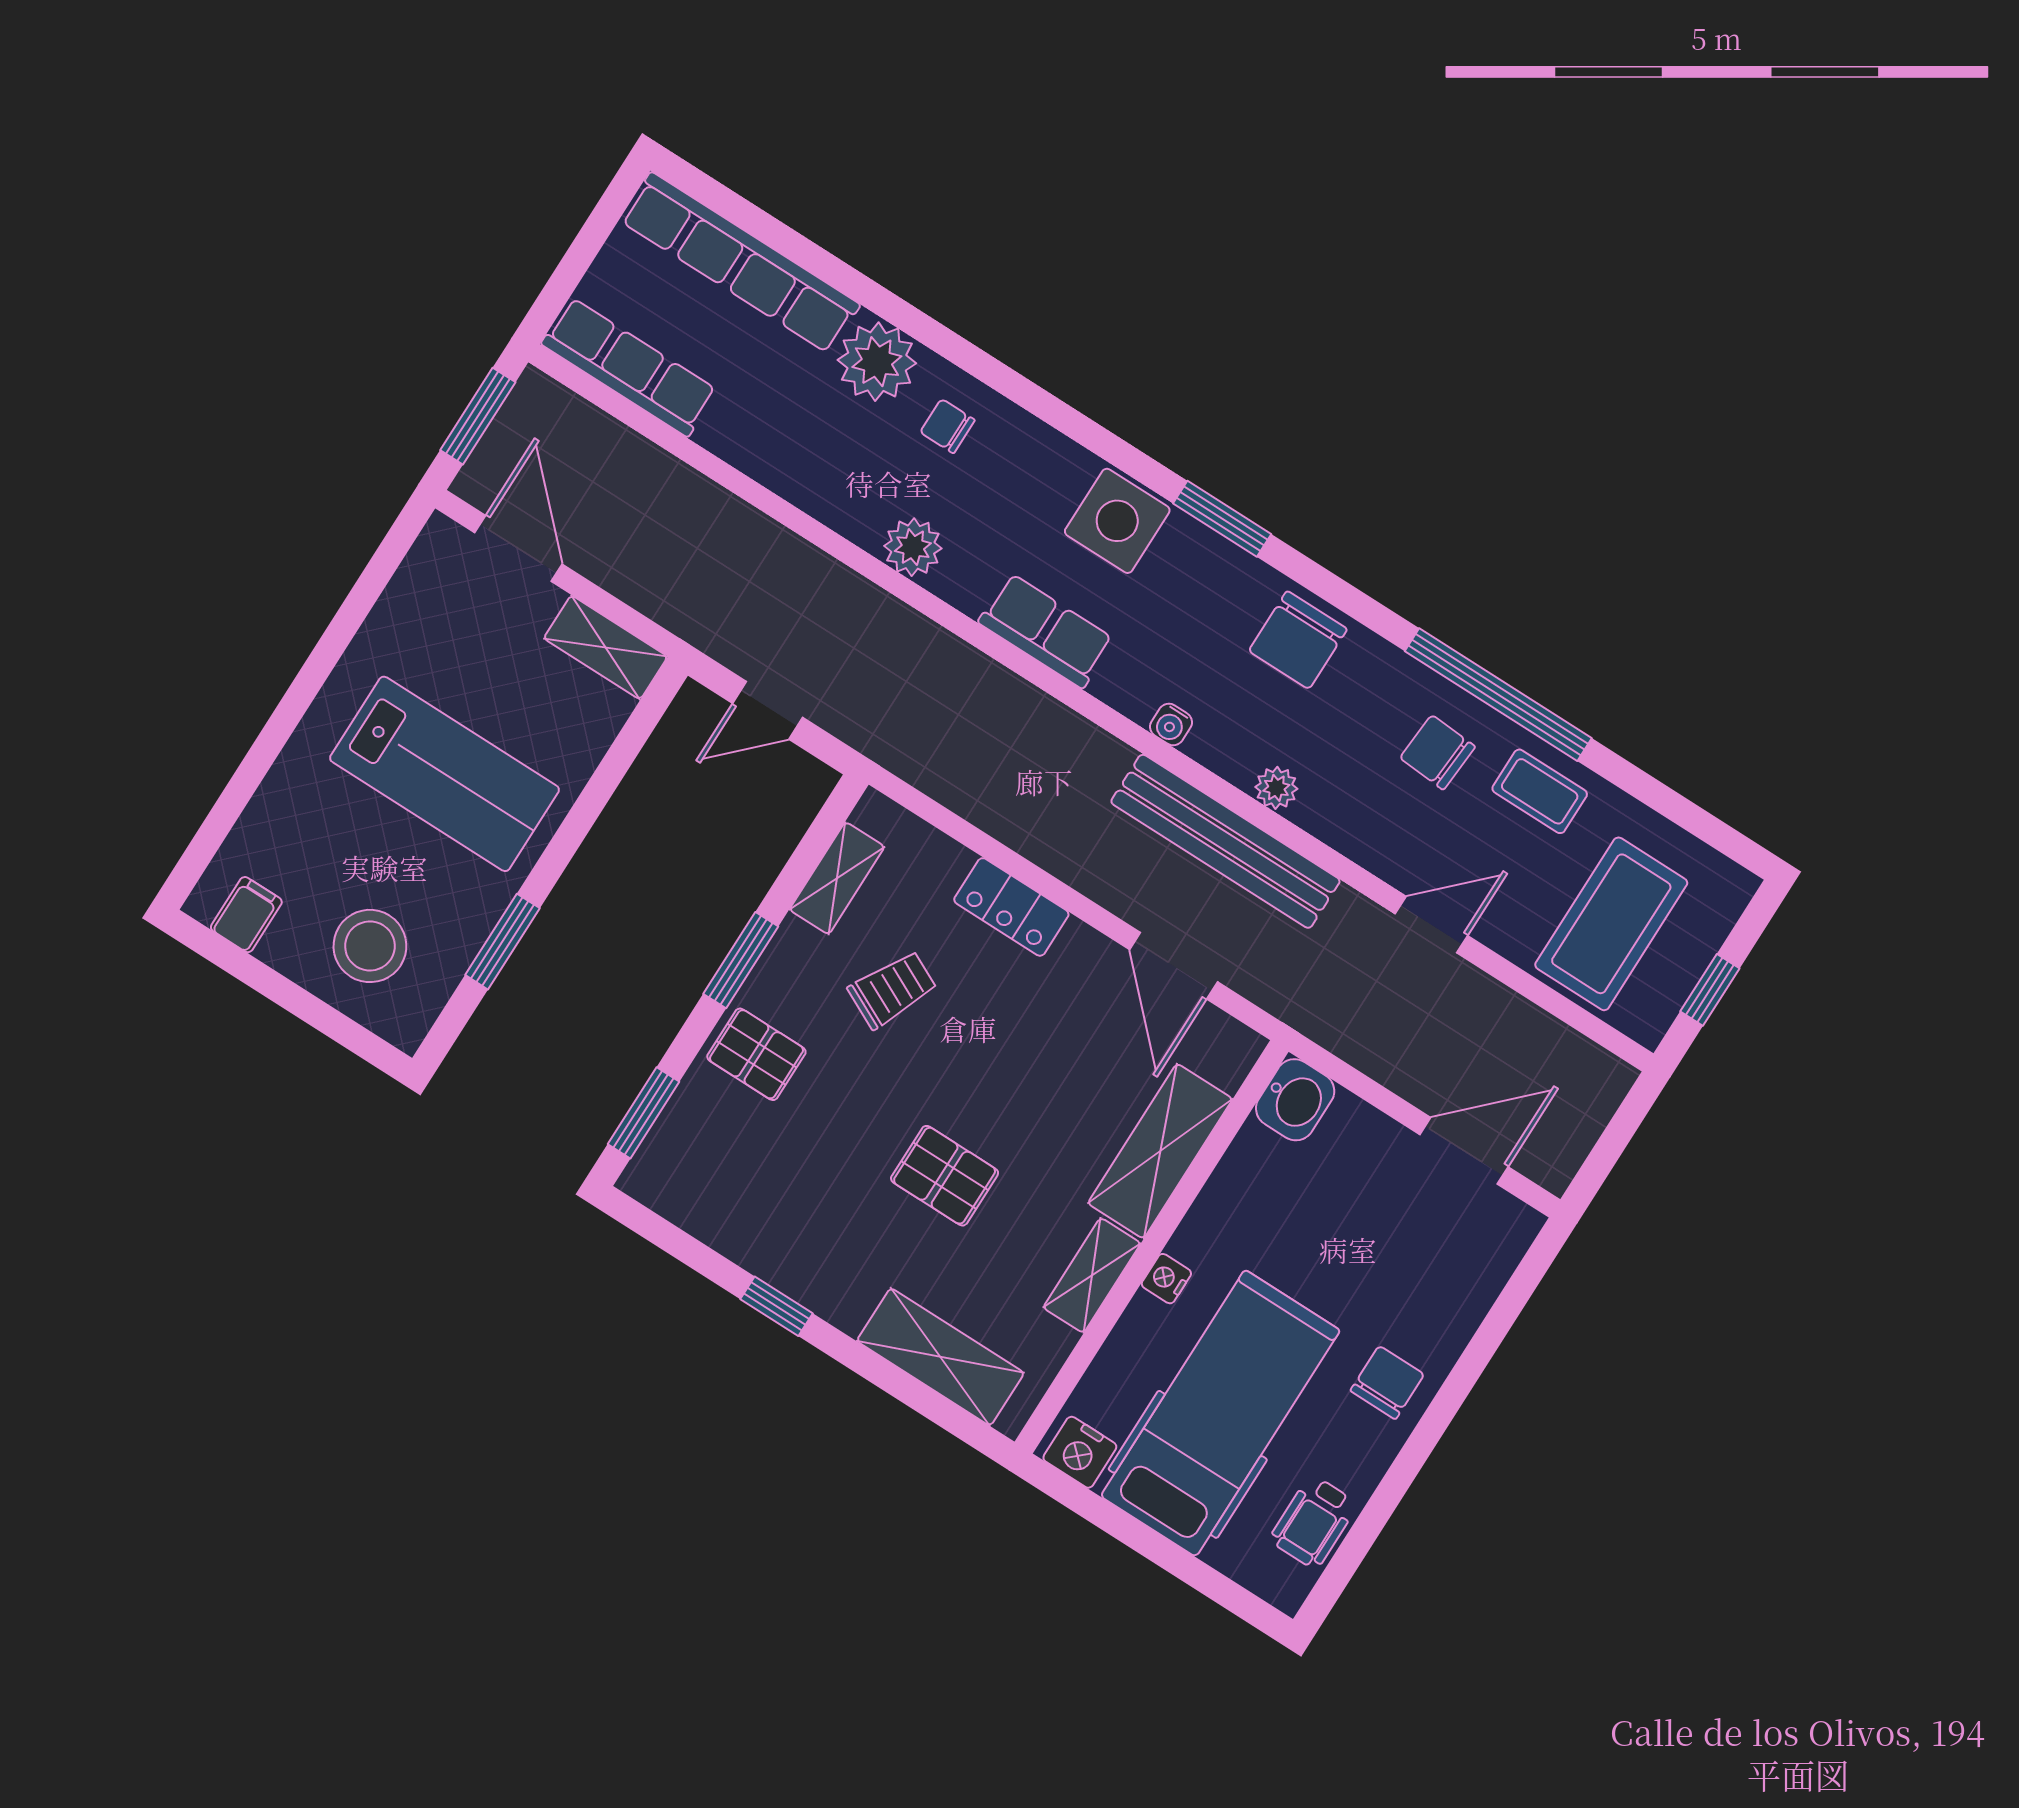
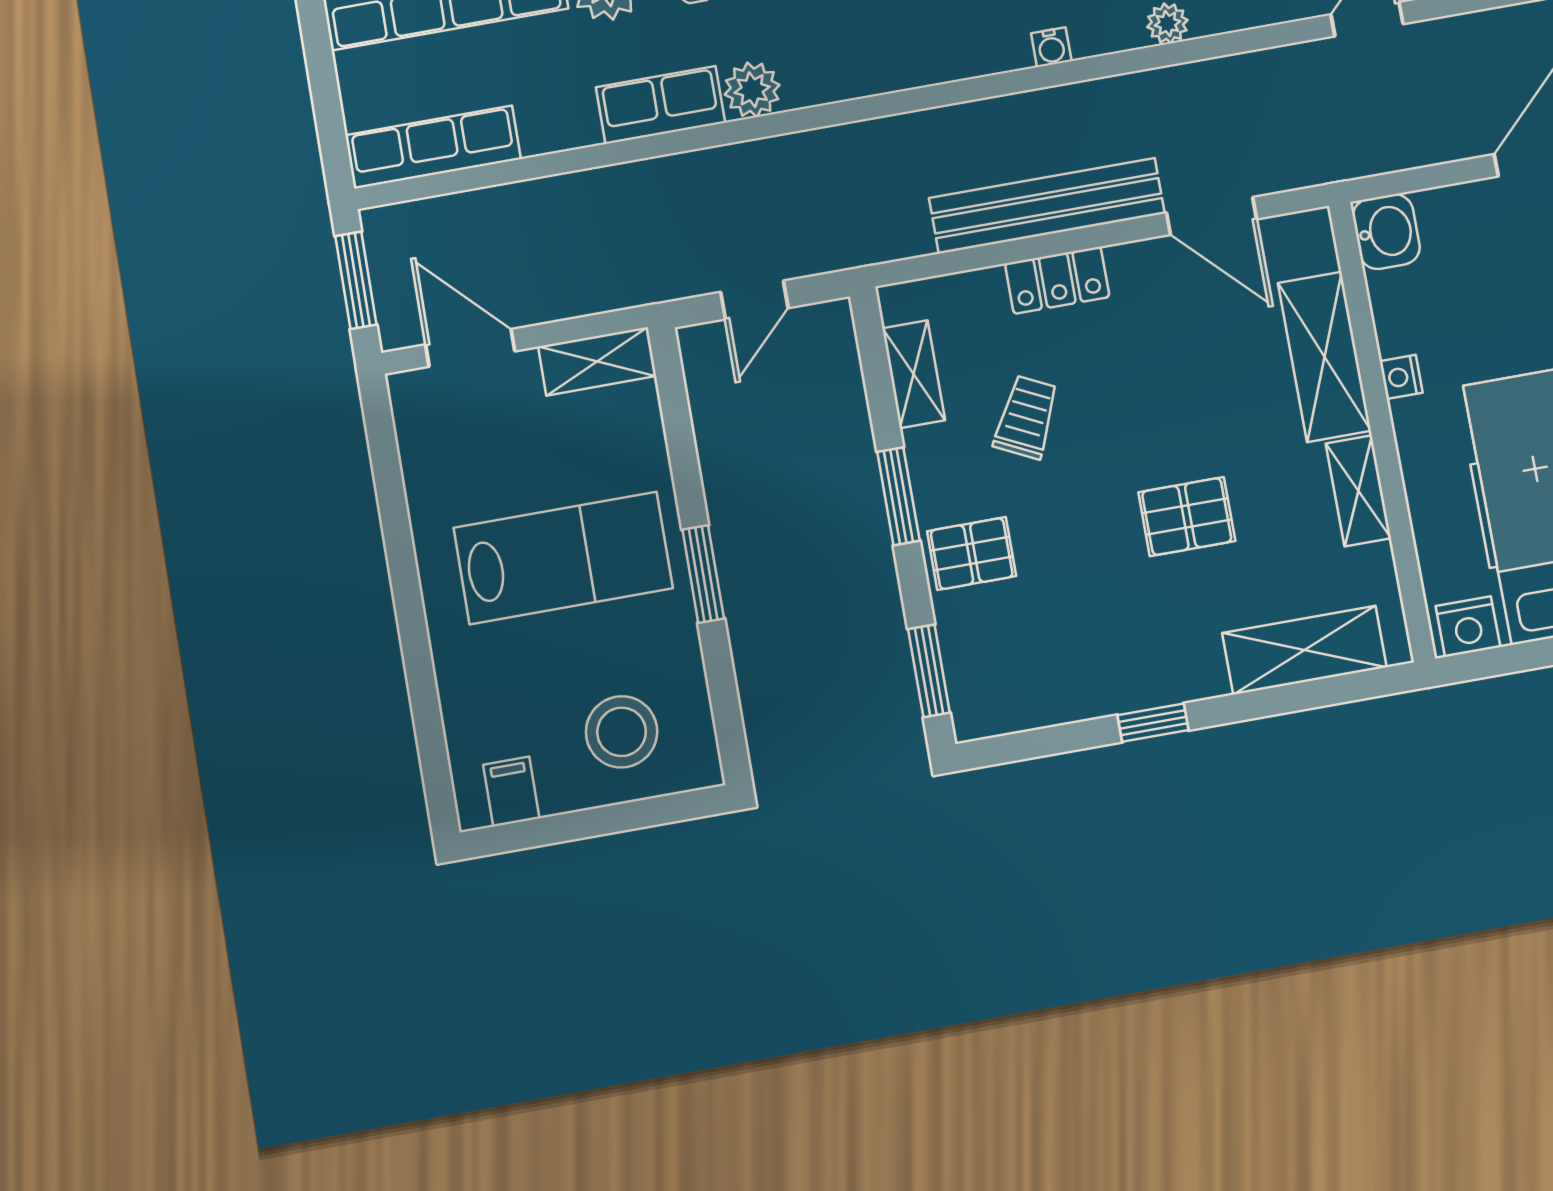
row of seats: (1046, 631) -> (661, 105), moved
bench: (1225, 841) -> (1047, 206), moved
window: (502, 942) -> (703, 574), moved
nightstand: (1166, 1279) -> (1401, 377), moved

